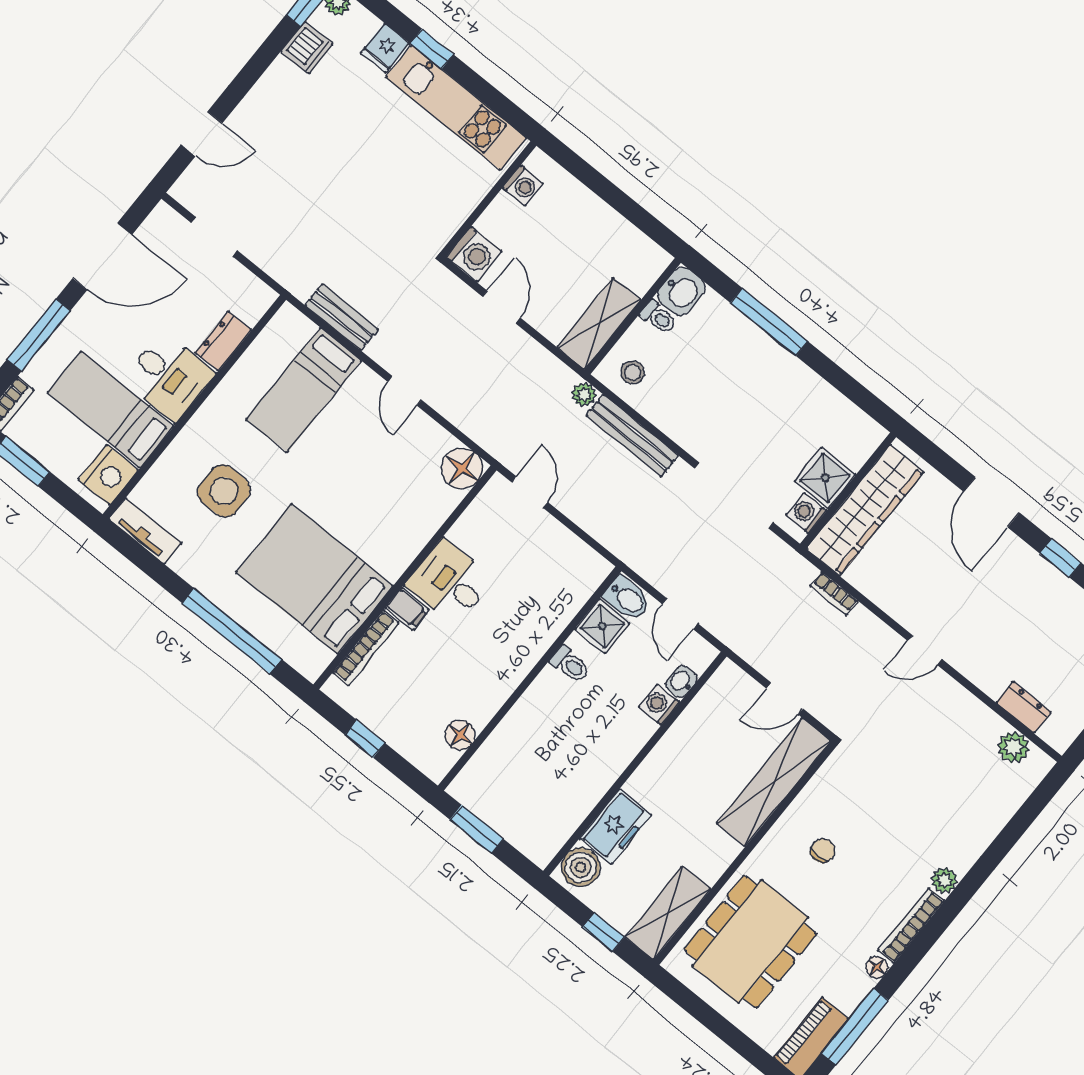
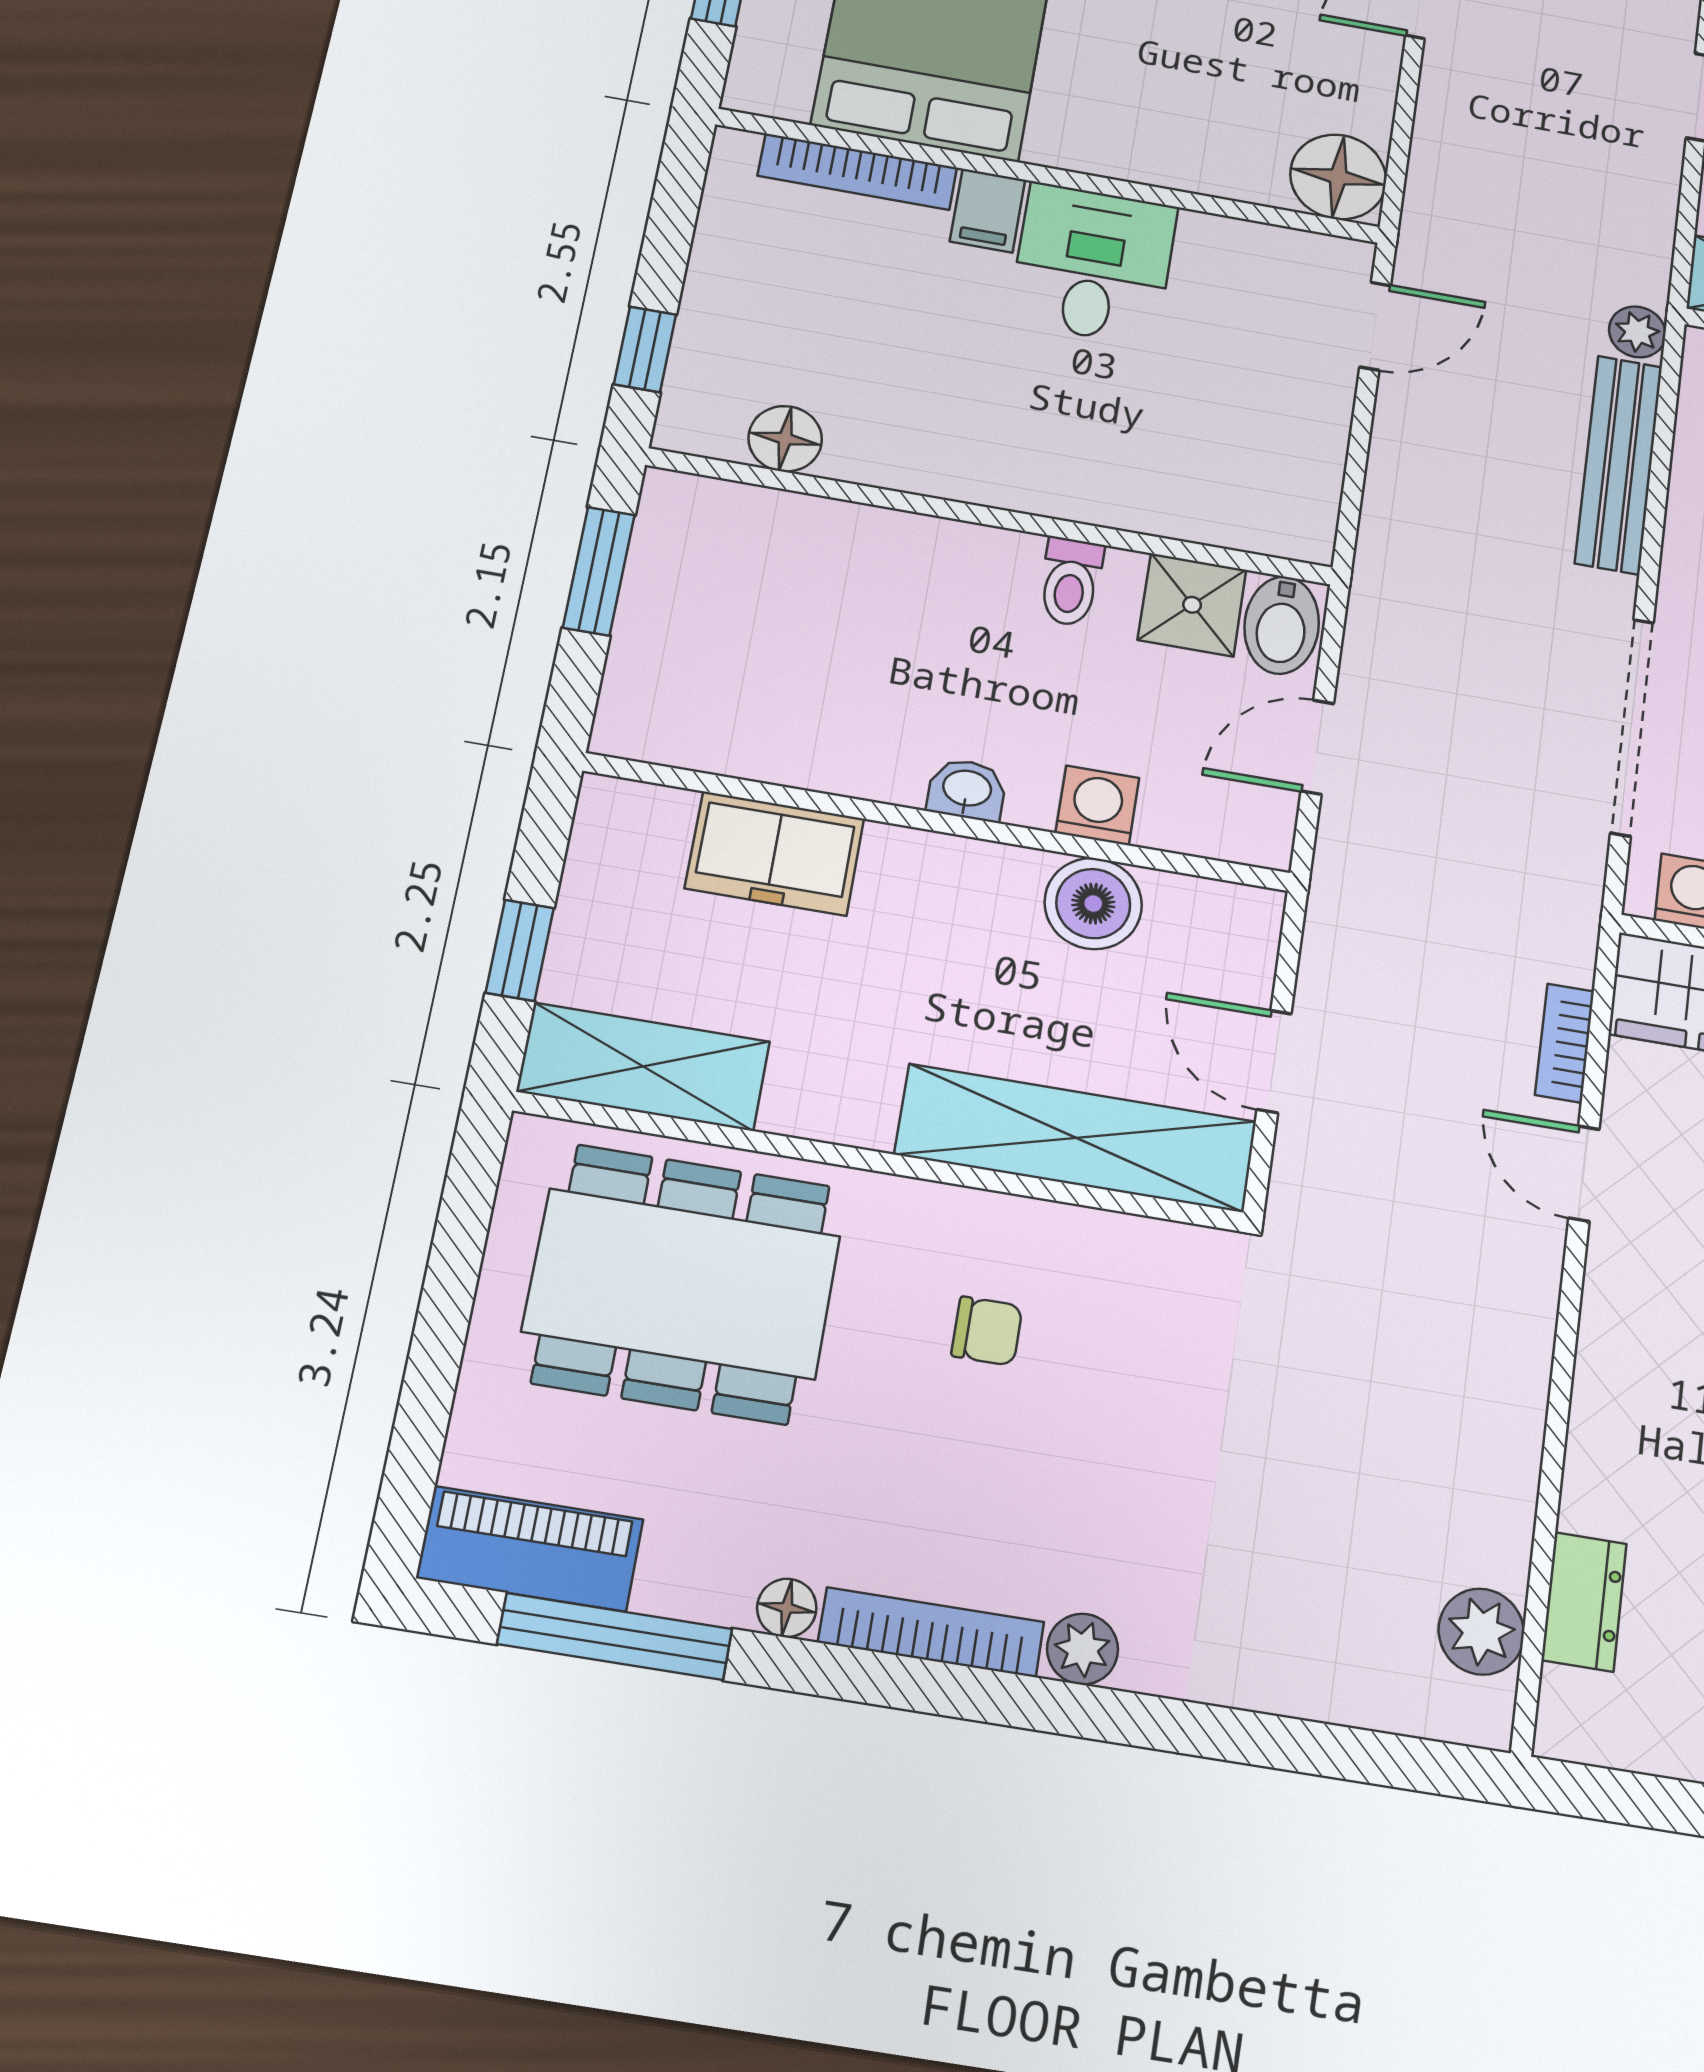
door: (925, 650) -> (1584, 1174), moved
washbasin: (681, 682) -> (967, 790), moved
window: (365, 739) -> (645, 349), moved
boiler: (581, 867) -> (1093, 904), moved

